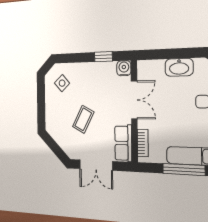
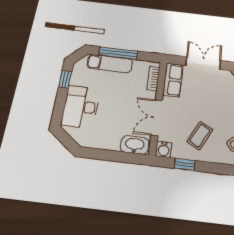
washbasin: (179, 67) -> (135, 145), moved
coffee table: (83, 119) -> (200, 136), moved

